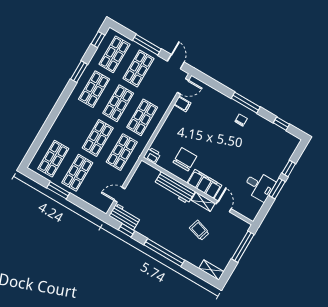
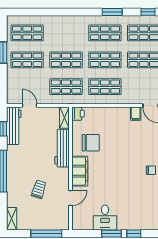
shelving: (203, 202) -> (64, 118), moved
workbench: (125, 217) -> (14, 126), width x1.38

